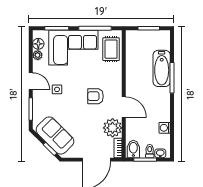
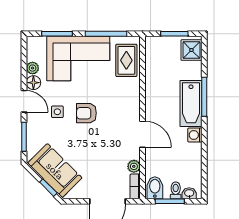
shower: (162, 41) -> (191, 50), added
floor lamp: (38, 44) -> (33, 83), moved
bathtub: (162, 68) -> (191, 103), moved
armchair: (95, 96) -> (86, 113), moved
plant: (113, 128) -> (134, 166), width x0.53, depth x0.53
washing machine: (165, 128) -> (195, 135), moved

